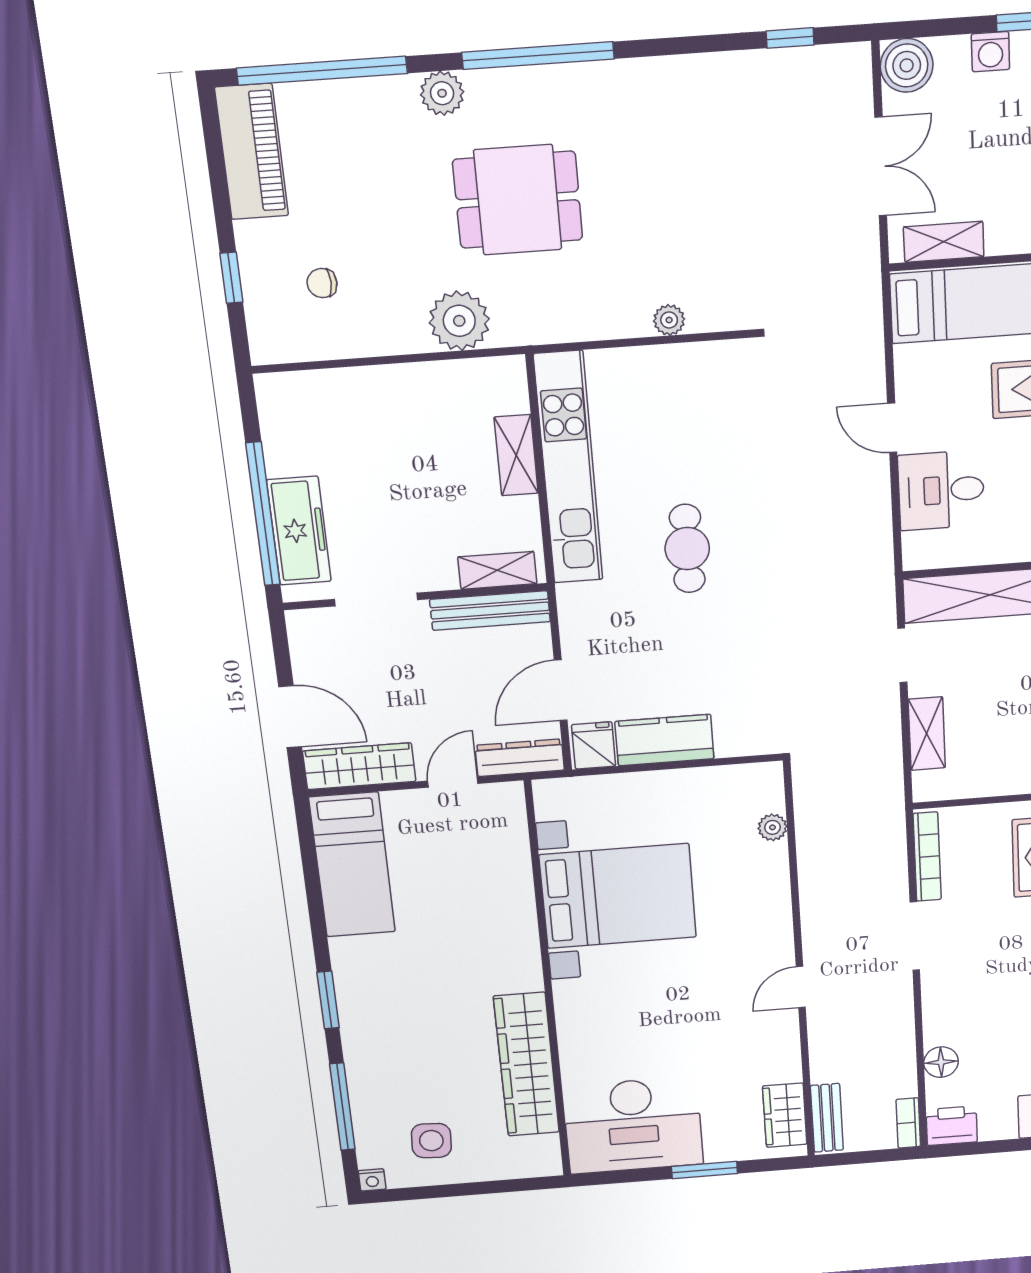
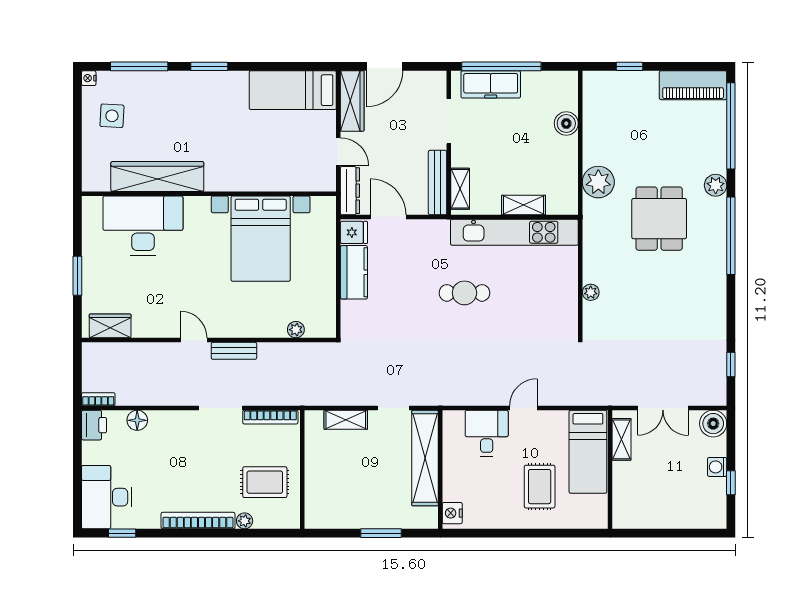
chair: (322, 283) -> (623, 113), removed
boiler: (355, 388) -> (566, 123), added
bench: (827, 1118) -> (234, 351), moved
desk: (633, 1125) -> (143, 226), moved, turned 90

